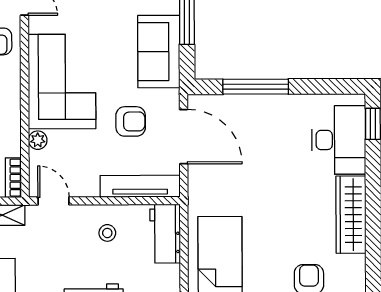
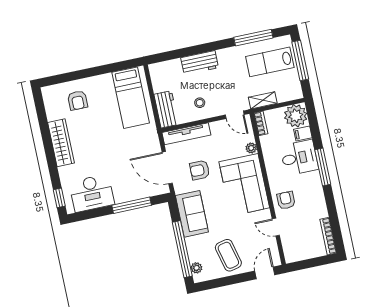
desk: (339, 140) -> (92, 193), moved, turned -90

